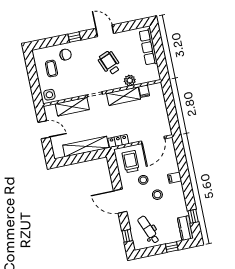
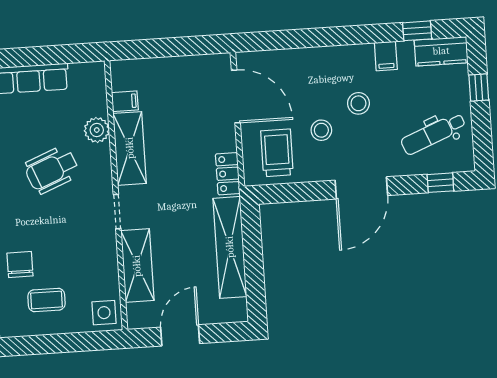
trolley: (131, 162) -> (277, 153), turned 90
filing cabinet: (175, 178) -> (386, 56), moved

